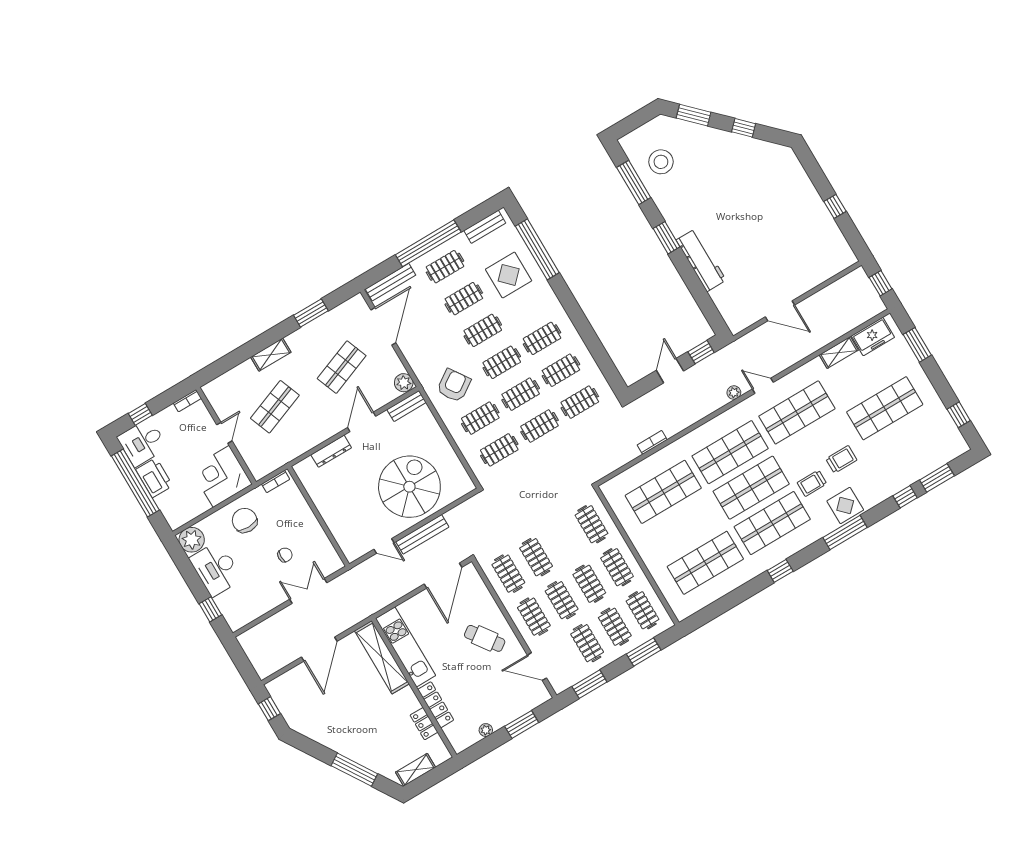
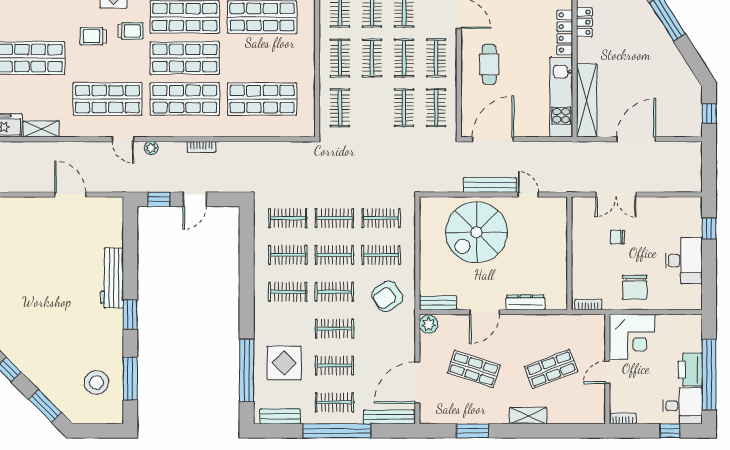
shop shelf: (342, 367) -> (474, 369), turned 39
bookcase: (652, 442) -> (201, 147), moved
plant: (192, 540) -> (690, 297), removed
cafe table: (485, 638) -> (489, 64), turned 36

